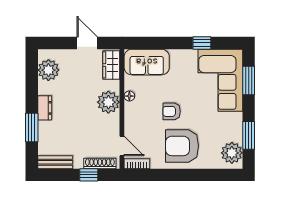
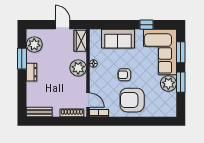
sofa: (147, 62) -> (118, 39), moved
window: (32, 127) -> (22, 59), moved
window: (249, 135) -> (181, 82), moved
plant: (232, 153) -> (168, 84), moved
window: (89, 175) -> (64, 121), removed

